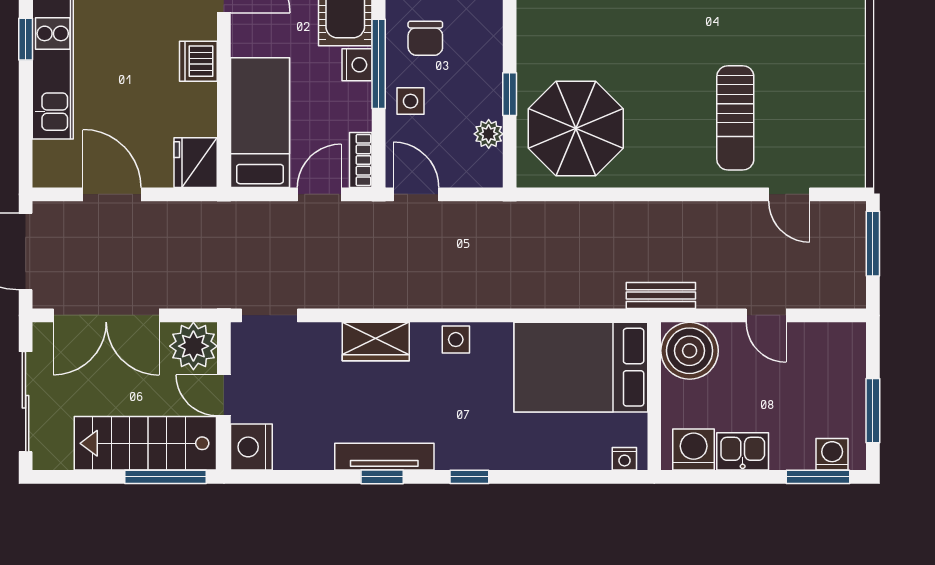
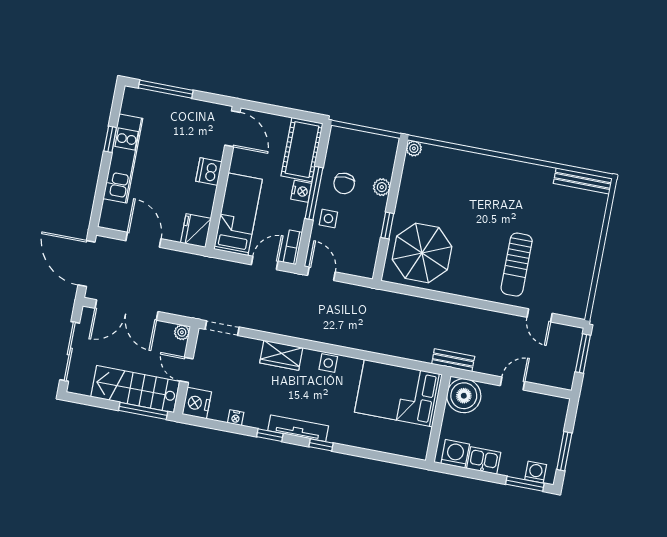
plant: (489, 134) -> (382, 187), moved
door: (766, 315) -> (513, 384), swing flipped
plant: (193, 346) -> (182, 332), width x0.53, depth x0.53
tv unit: (384, 457) -> (298, 428), moved
nightstand: (624, 459) -> (236, 418), moved

